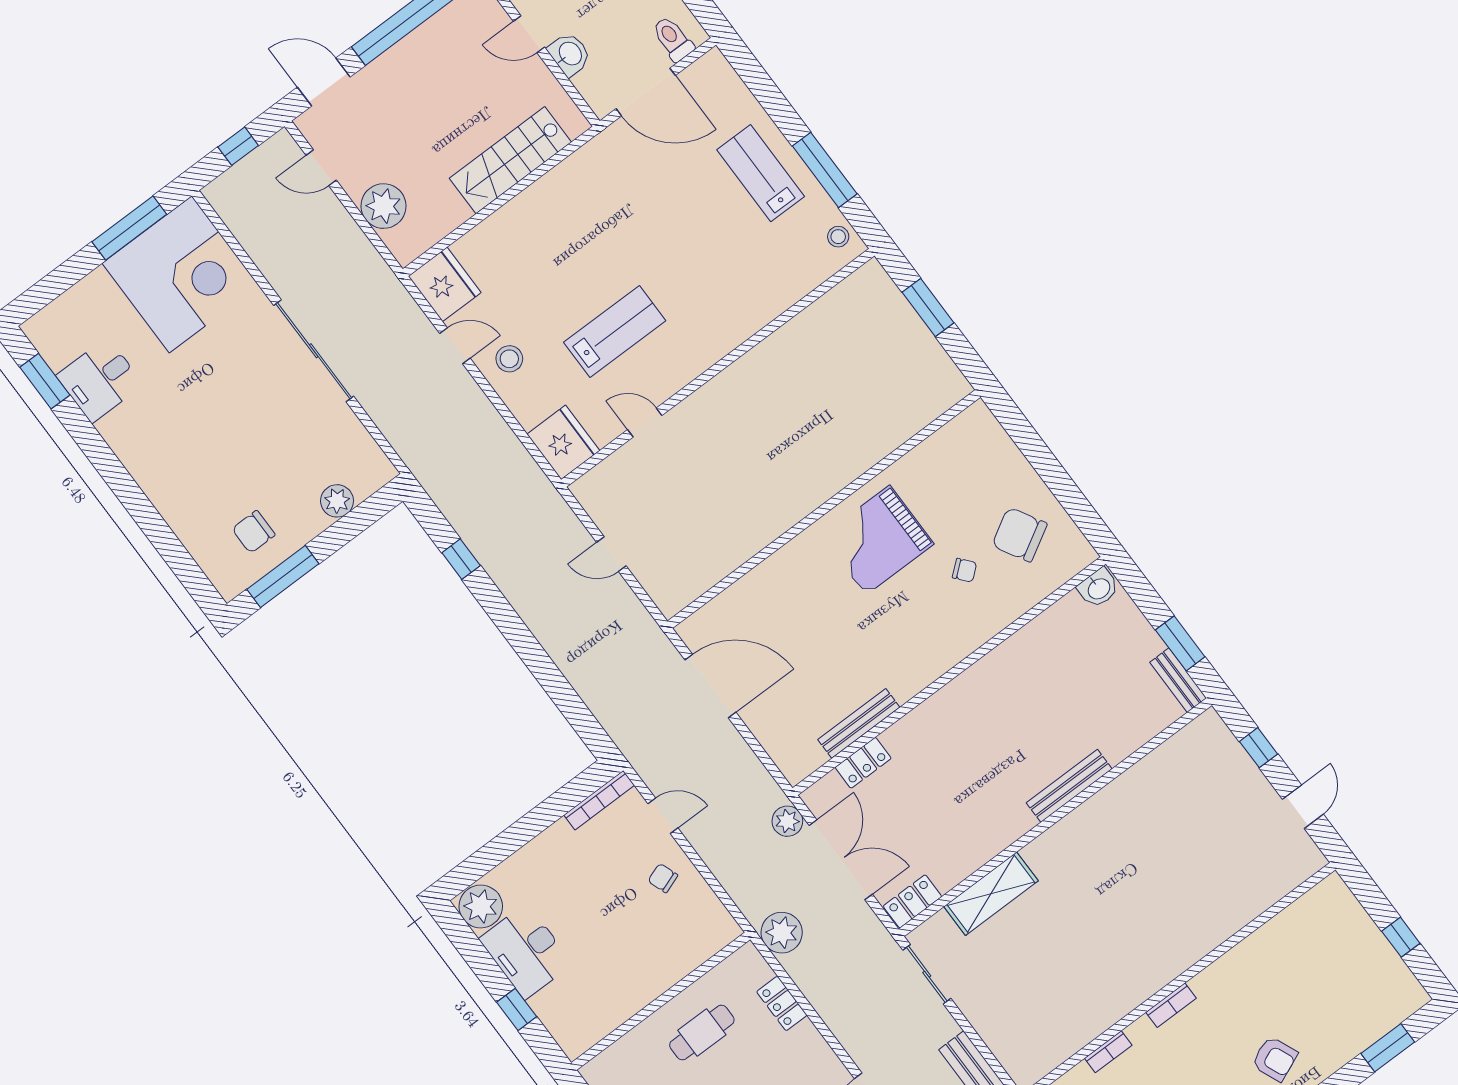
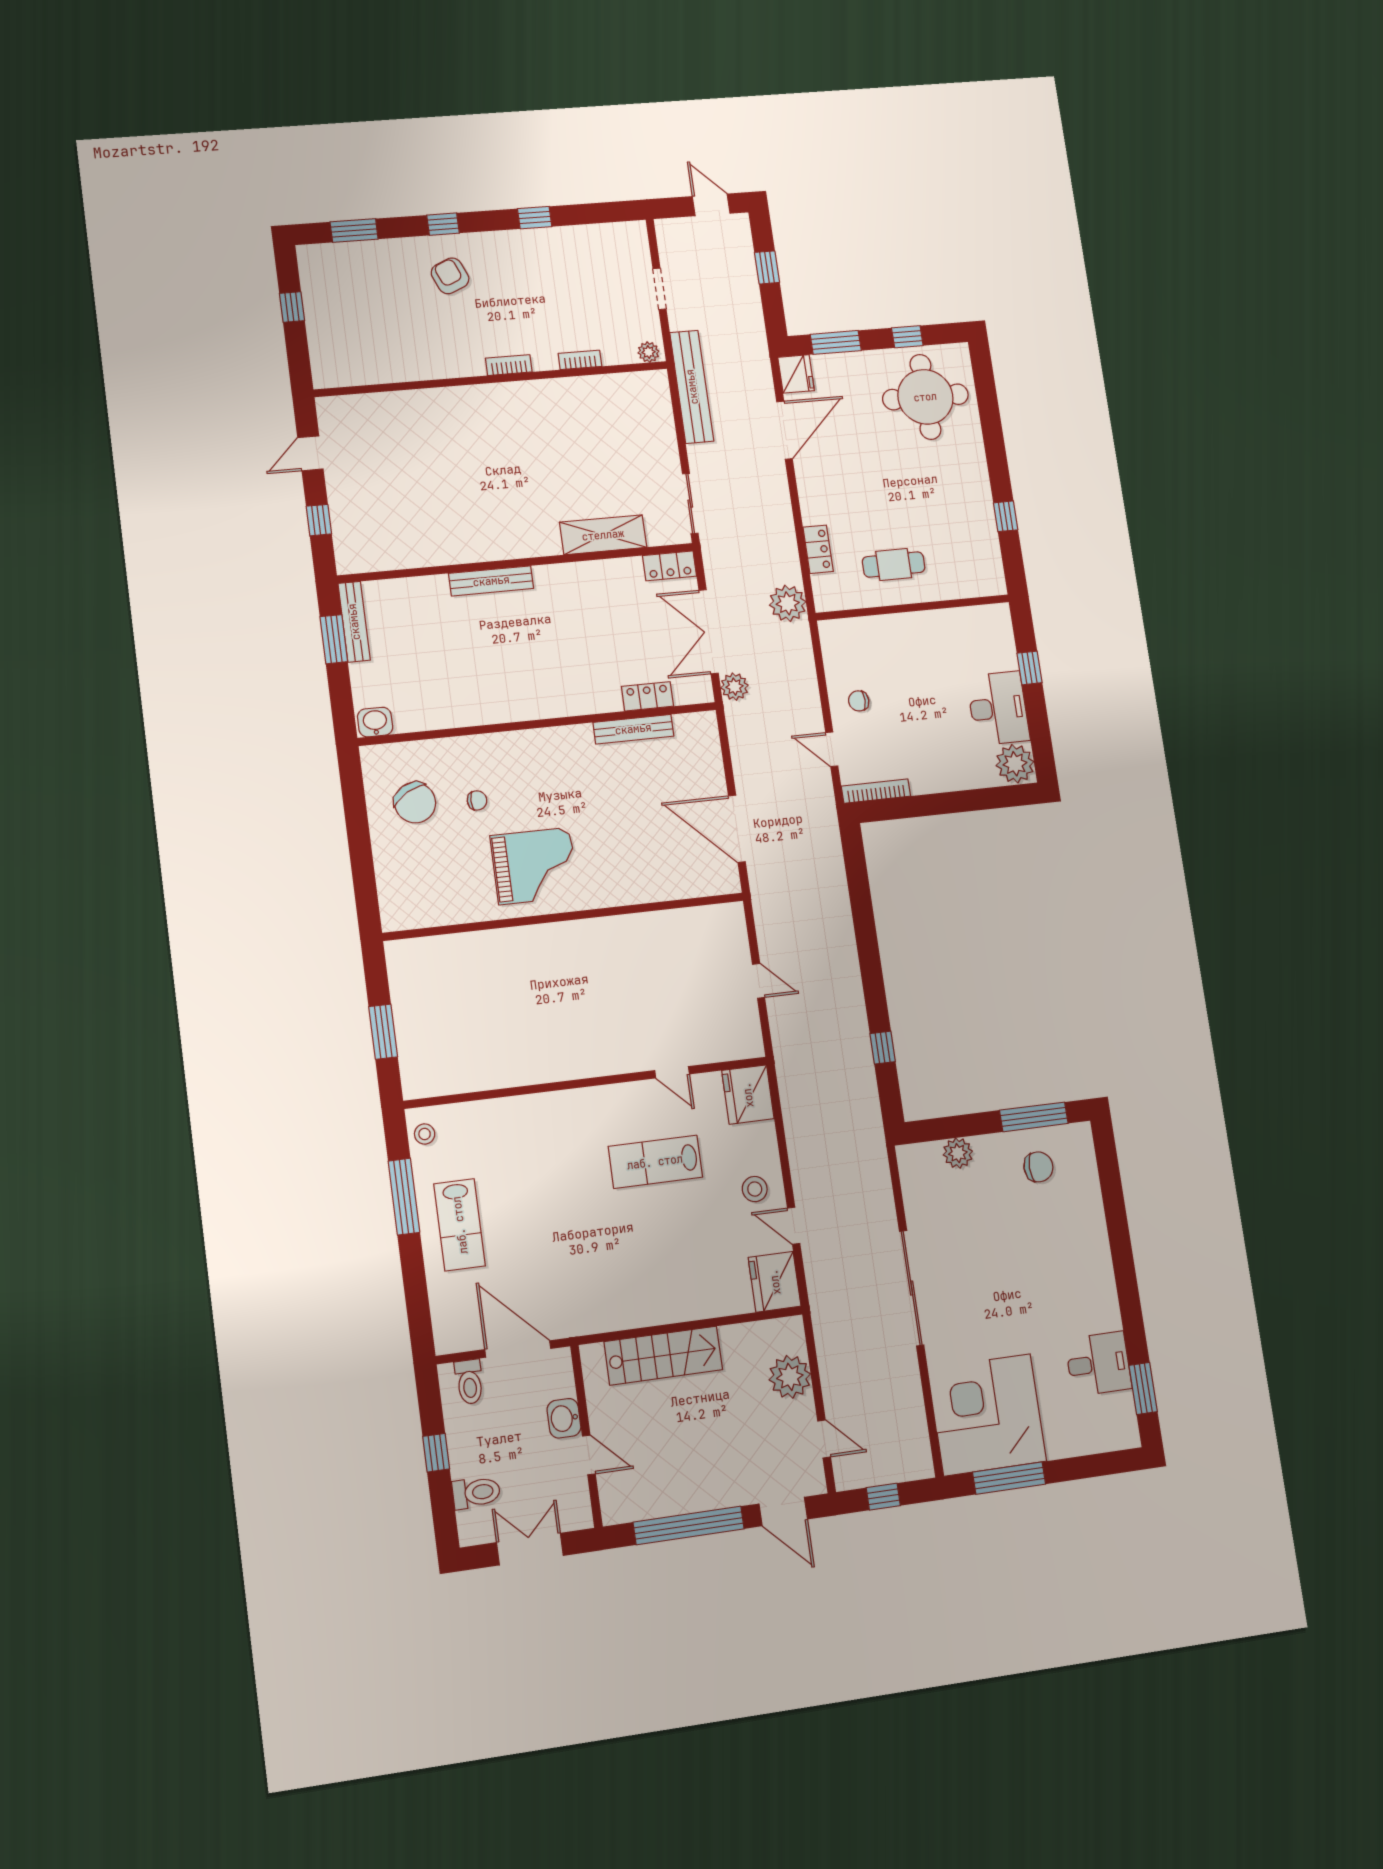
chair: (964, 570) -> (477, 800), turned 130
bench: (1178, 680) -> (354, 622), width x1.36
chair: (663, 878) -> (859, 701), turned 110

